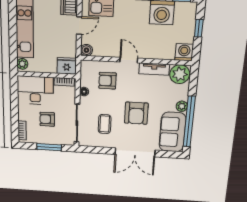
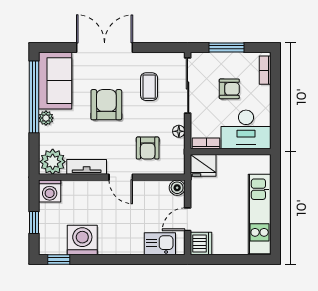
plant: (22, 64) -> (263, 165), removed
armchair: (107, 81) -> (148, 148), turned 90

